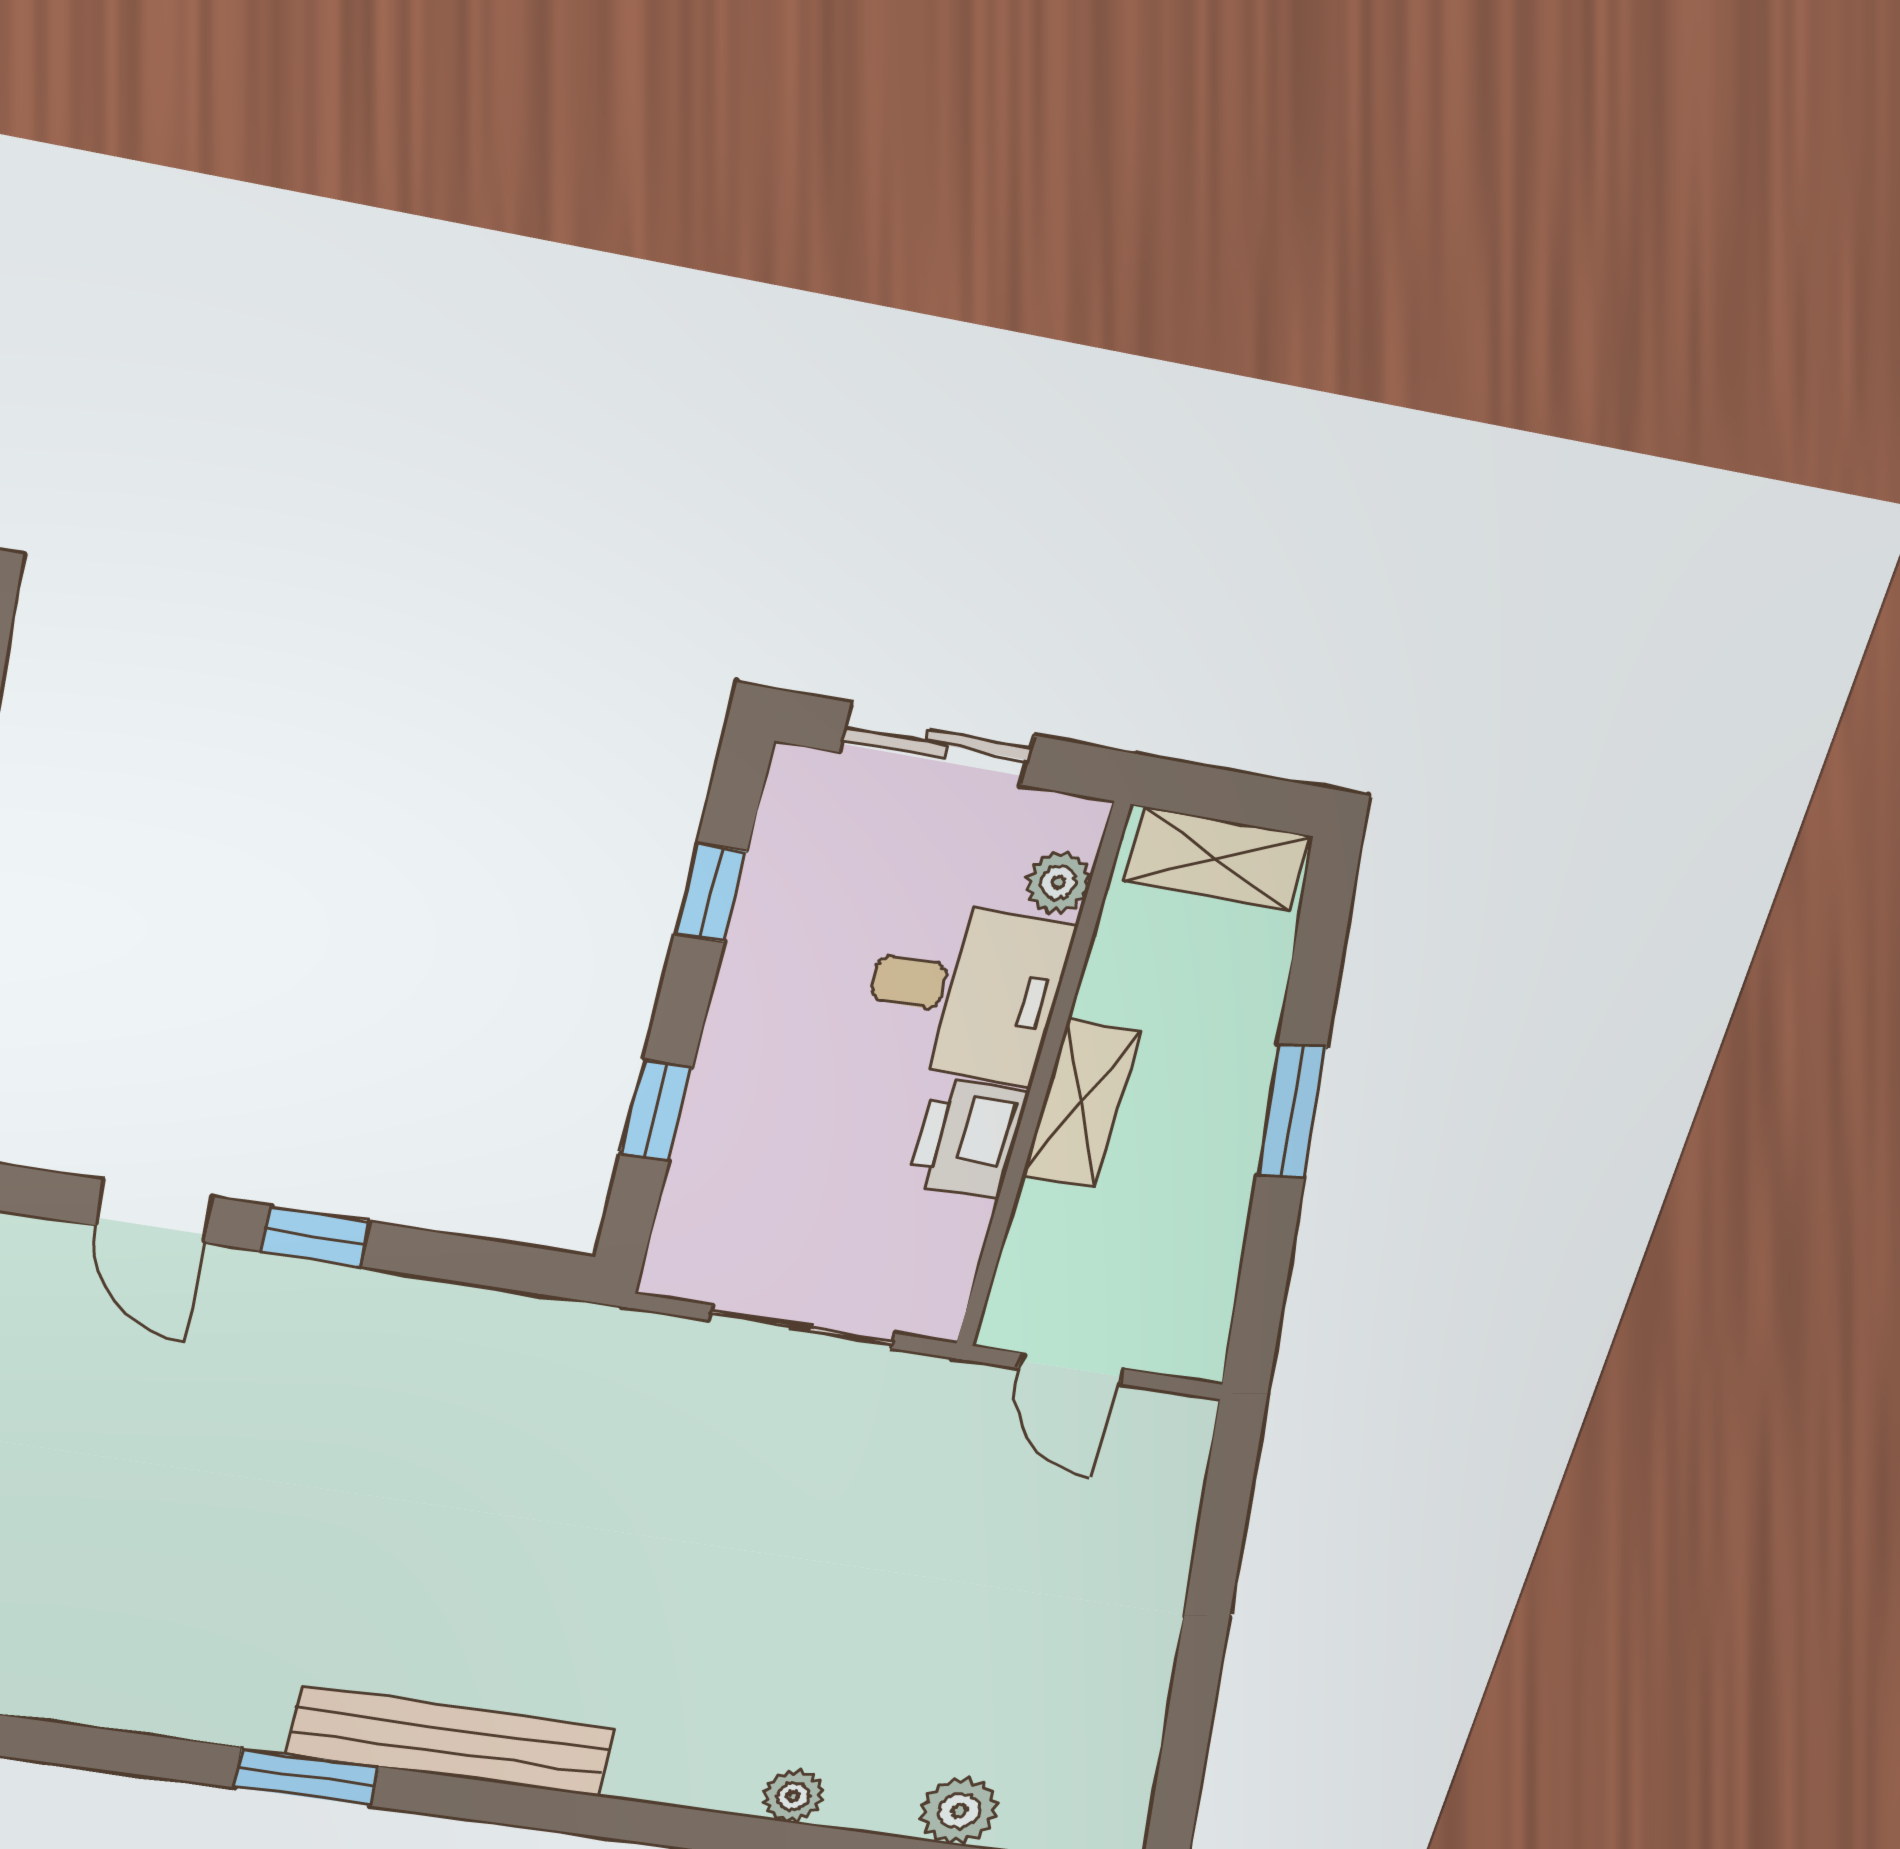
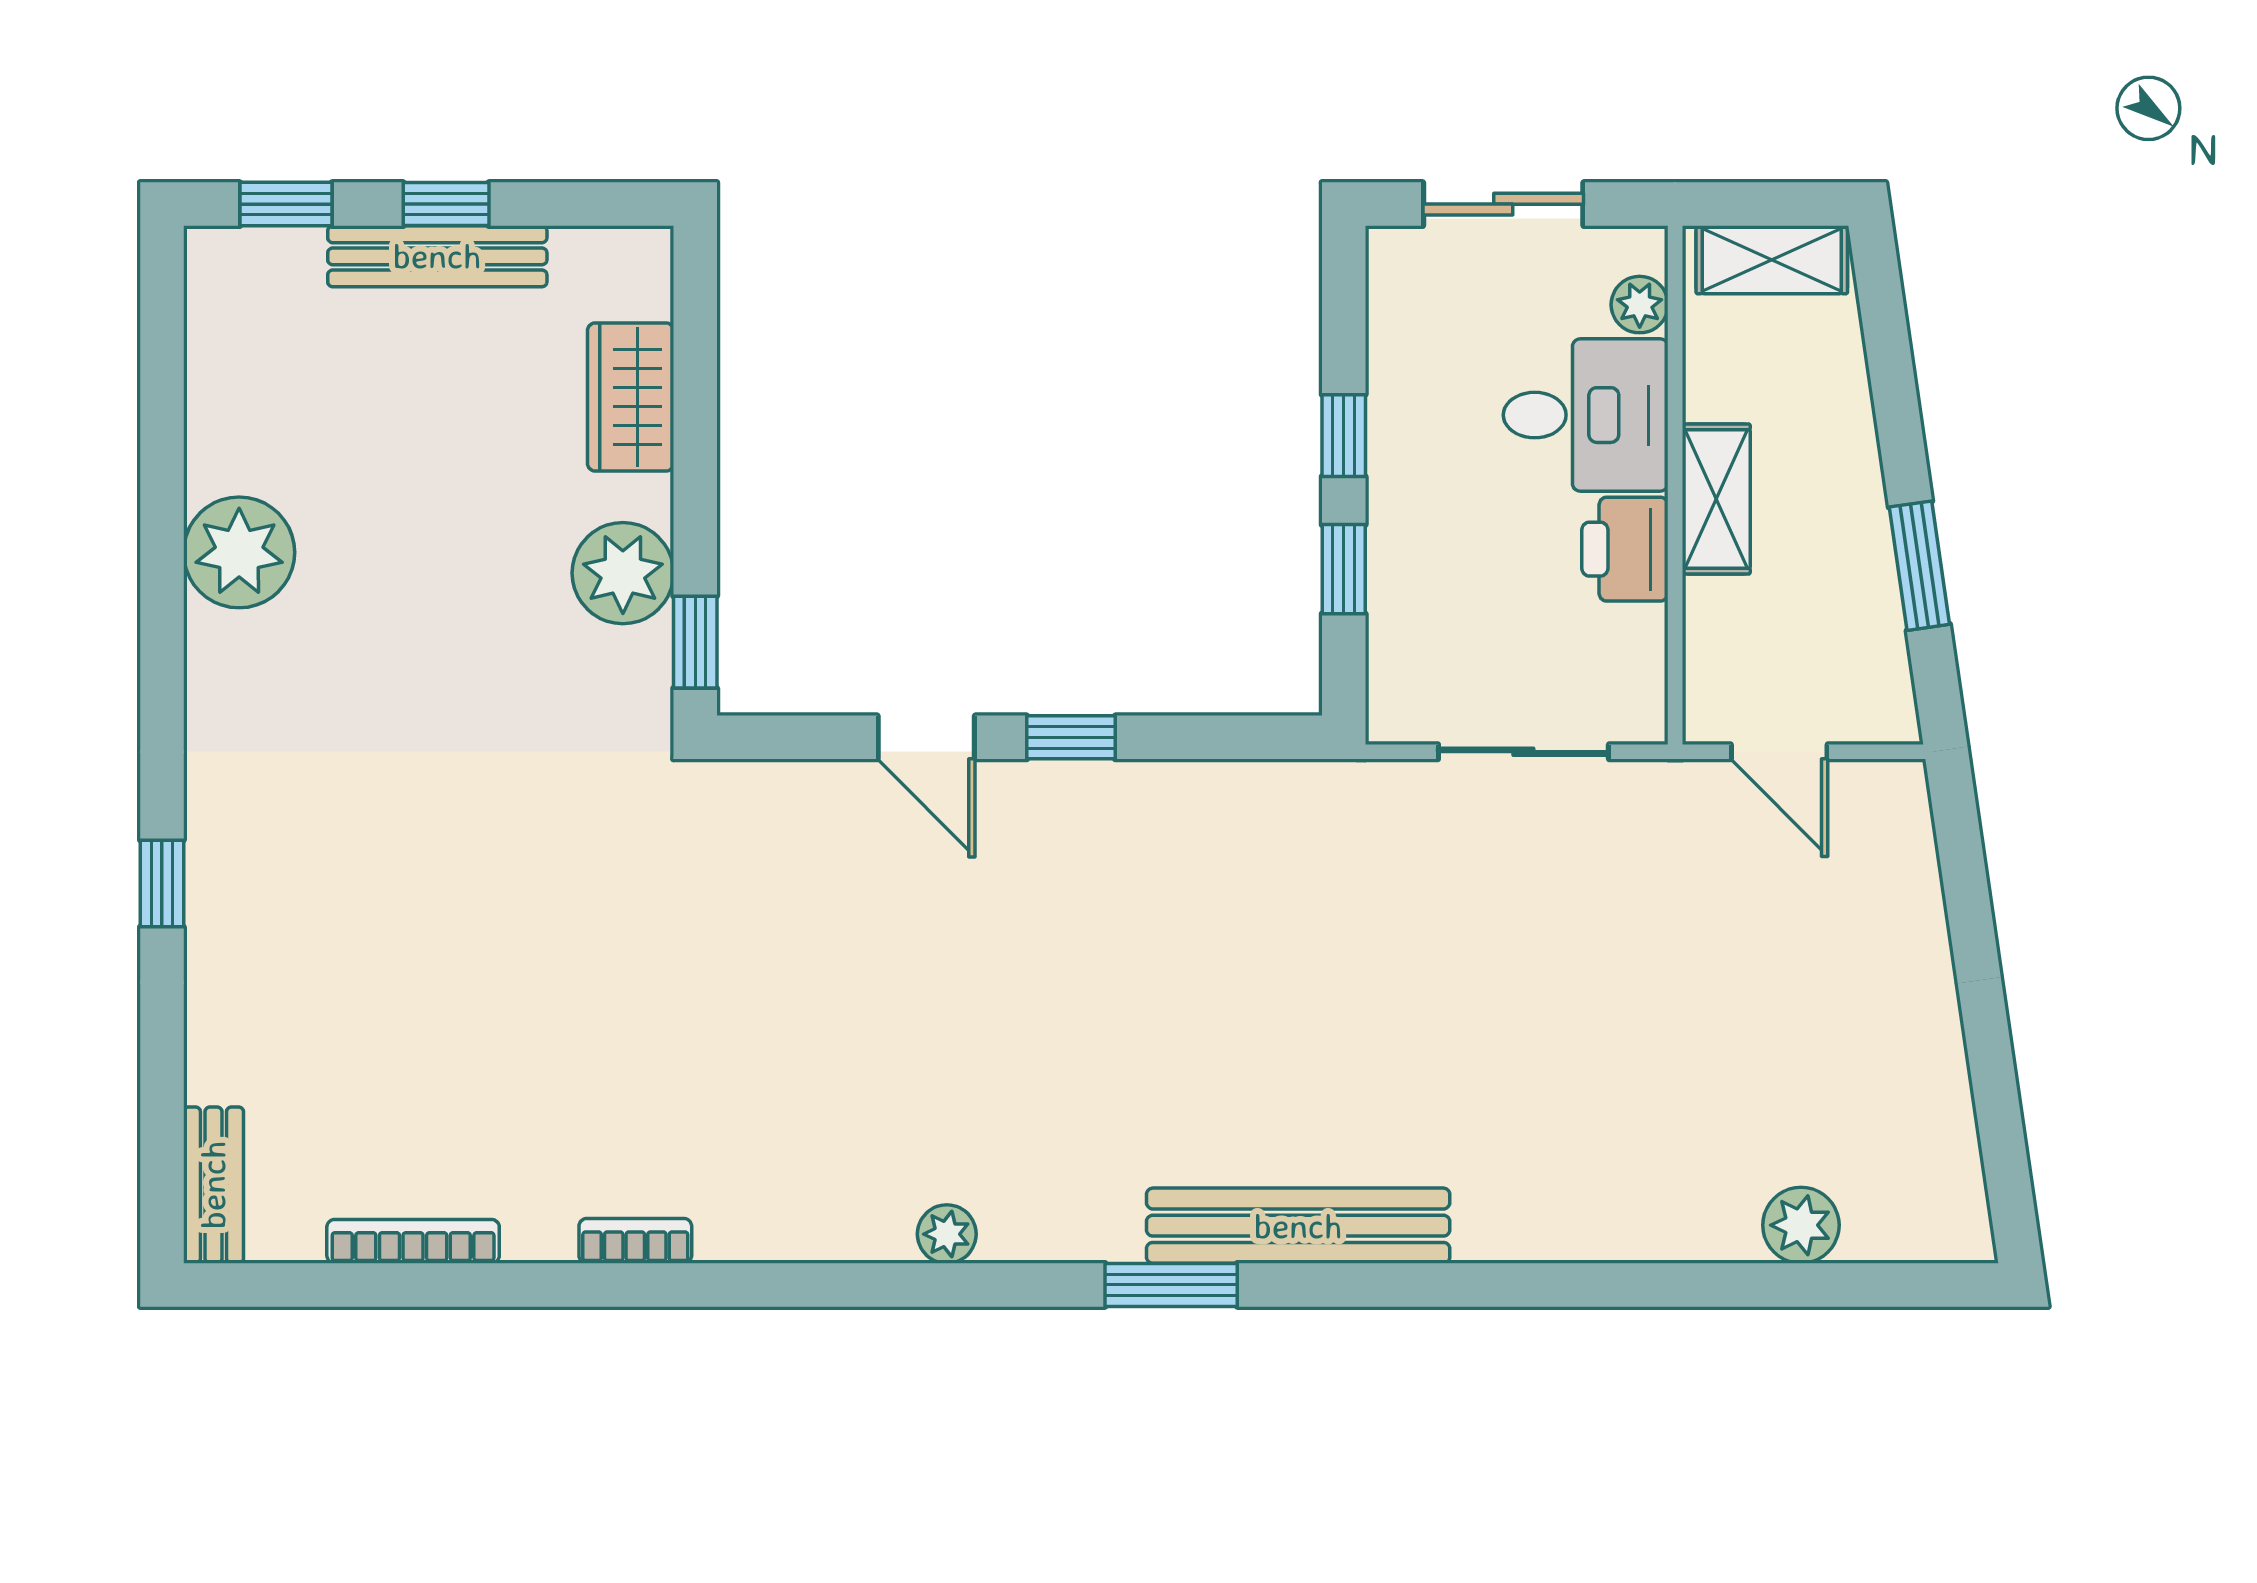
window: (711, 893) -> (1344, 436), moved
window: (1292, 1111) -> (1919, 566), moved
plant: (793, 1796) -> (947, 1234), moved

